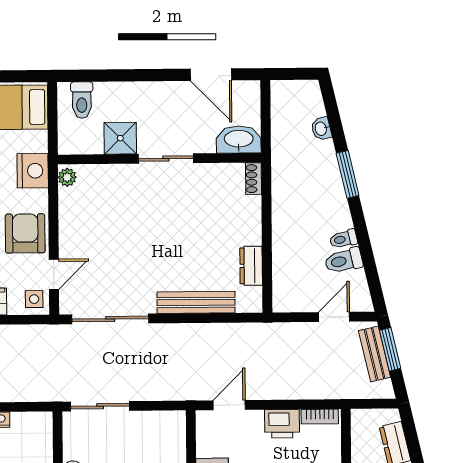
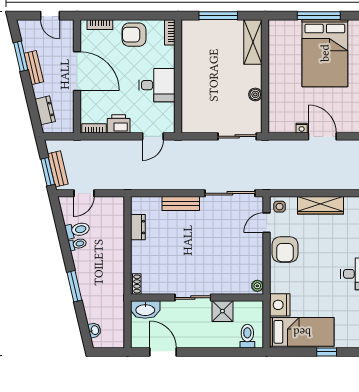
washbasin: (321, 129) -> (95, 330), moved
nightstand: (33, 171) -> (280, 305), moved
bench: (196, 302) -> (181, 204), width x0.73

